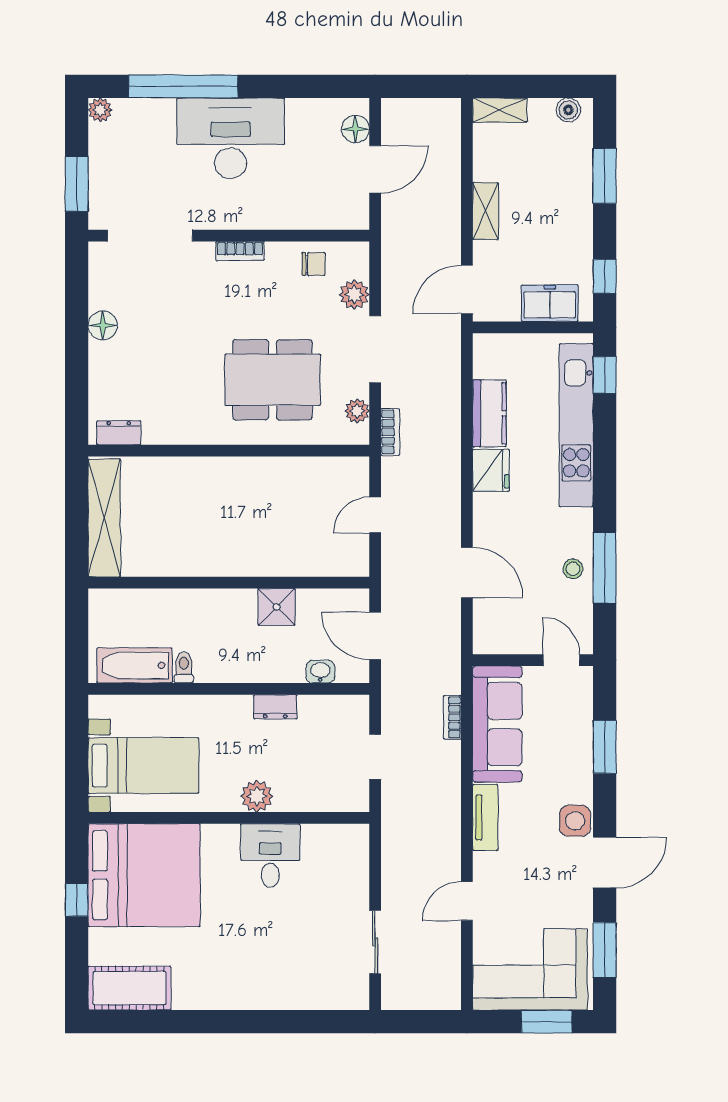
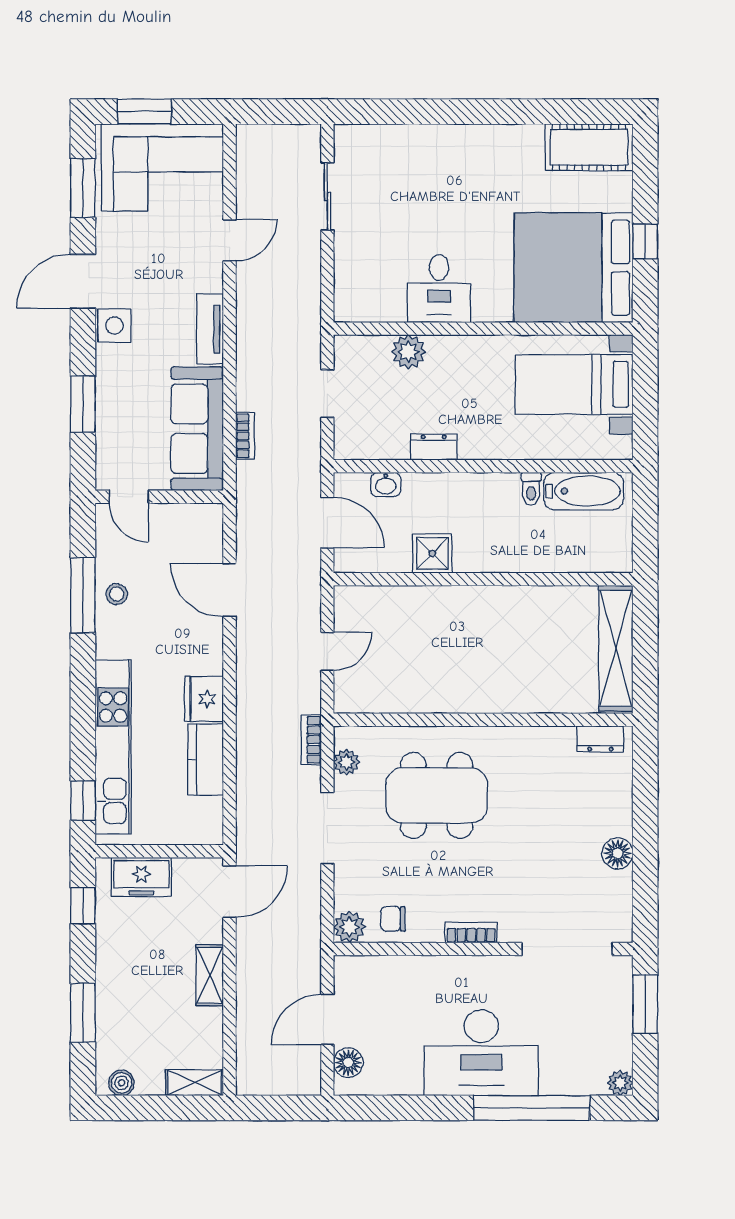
plant: (354, 295) -> (349, 927), moved
plant: (257, 796) -> (409, 352), moved

